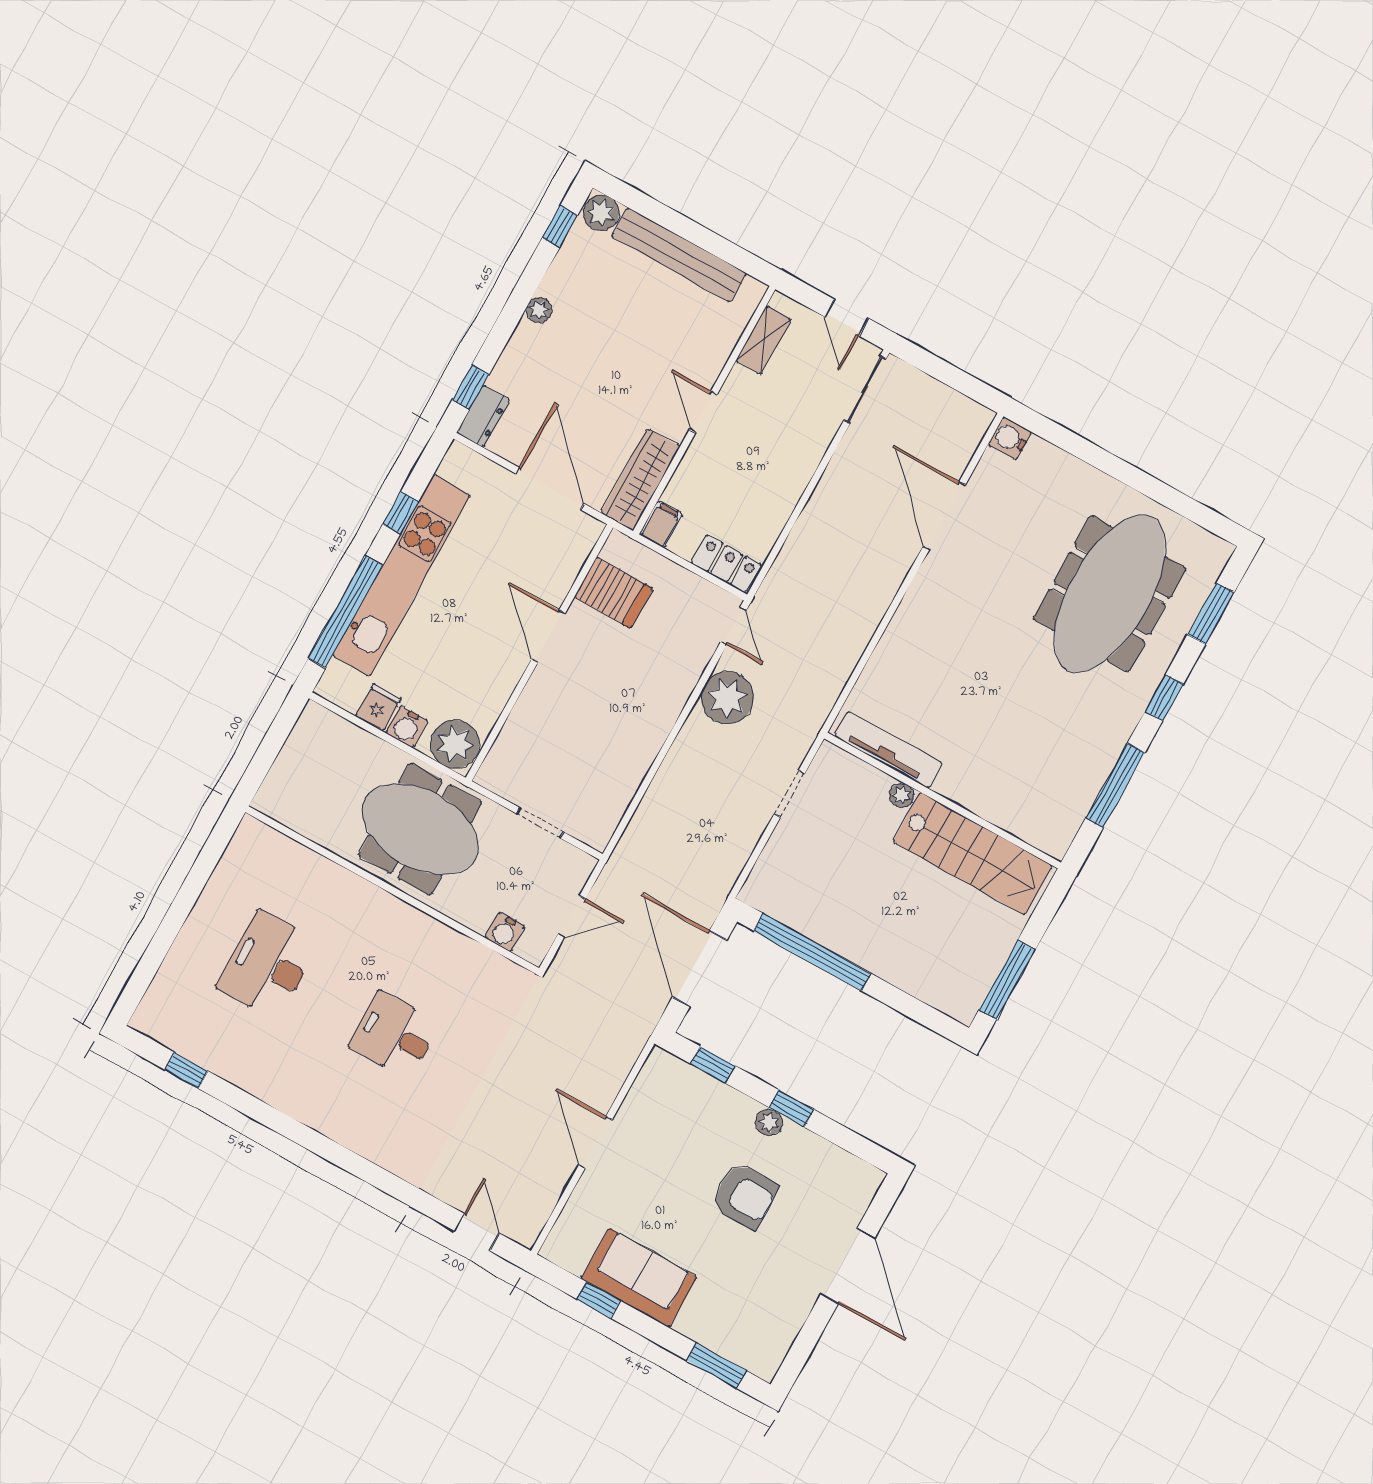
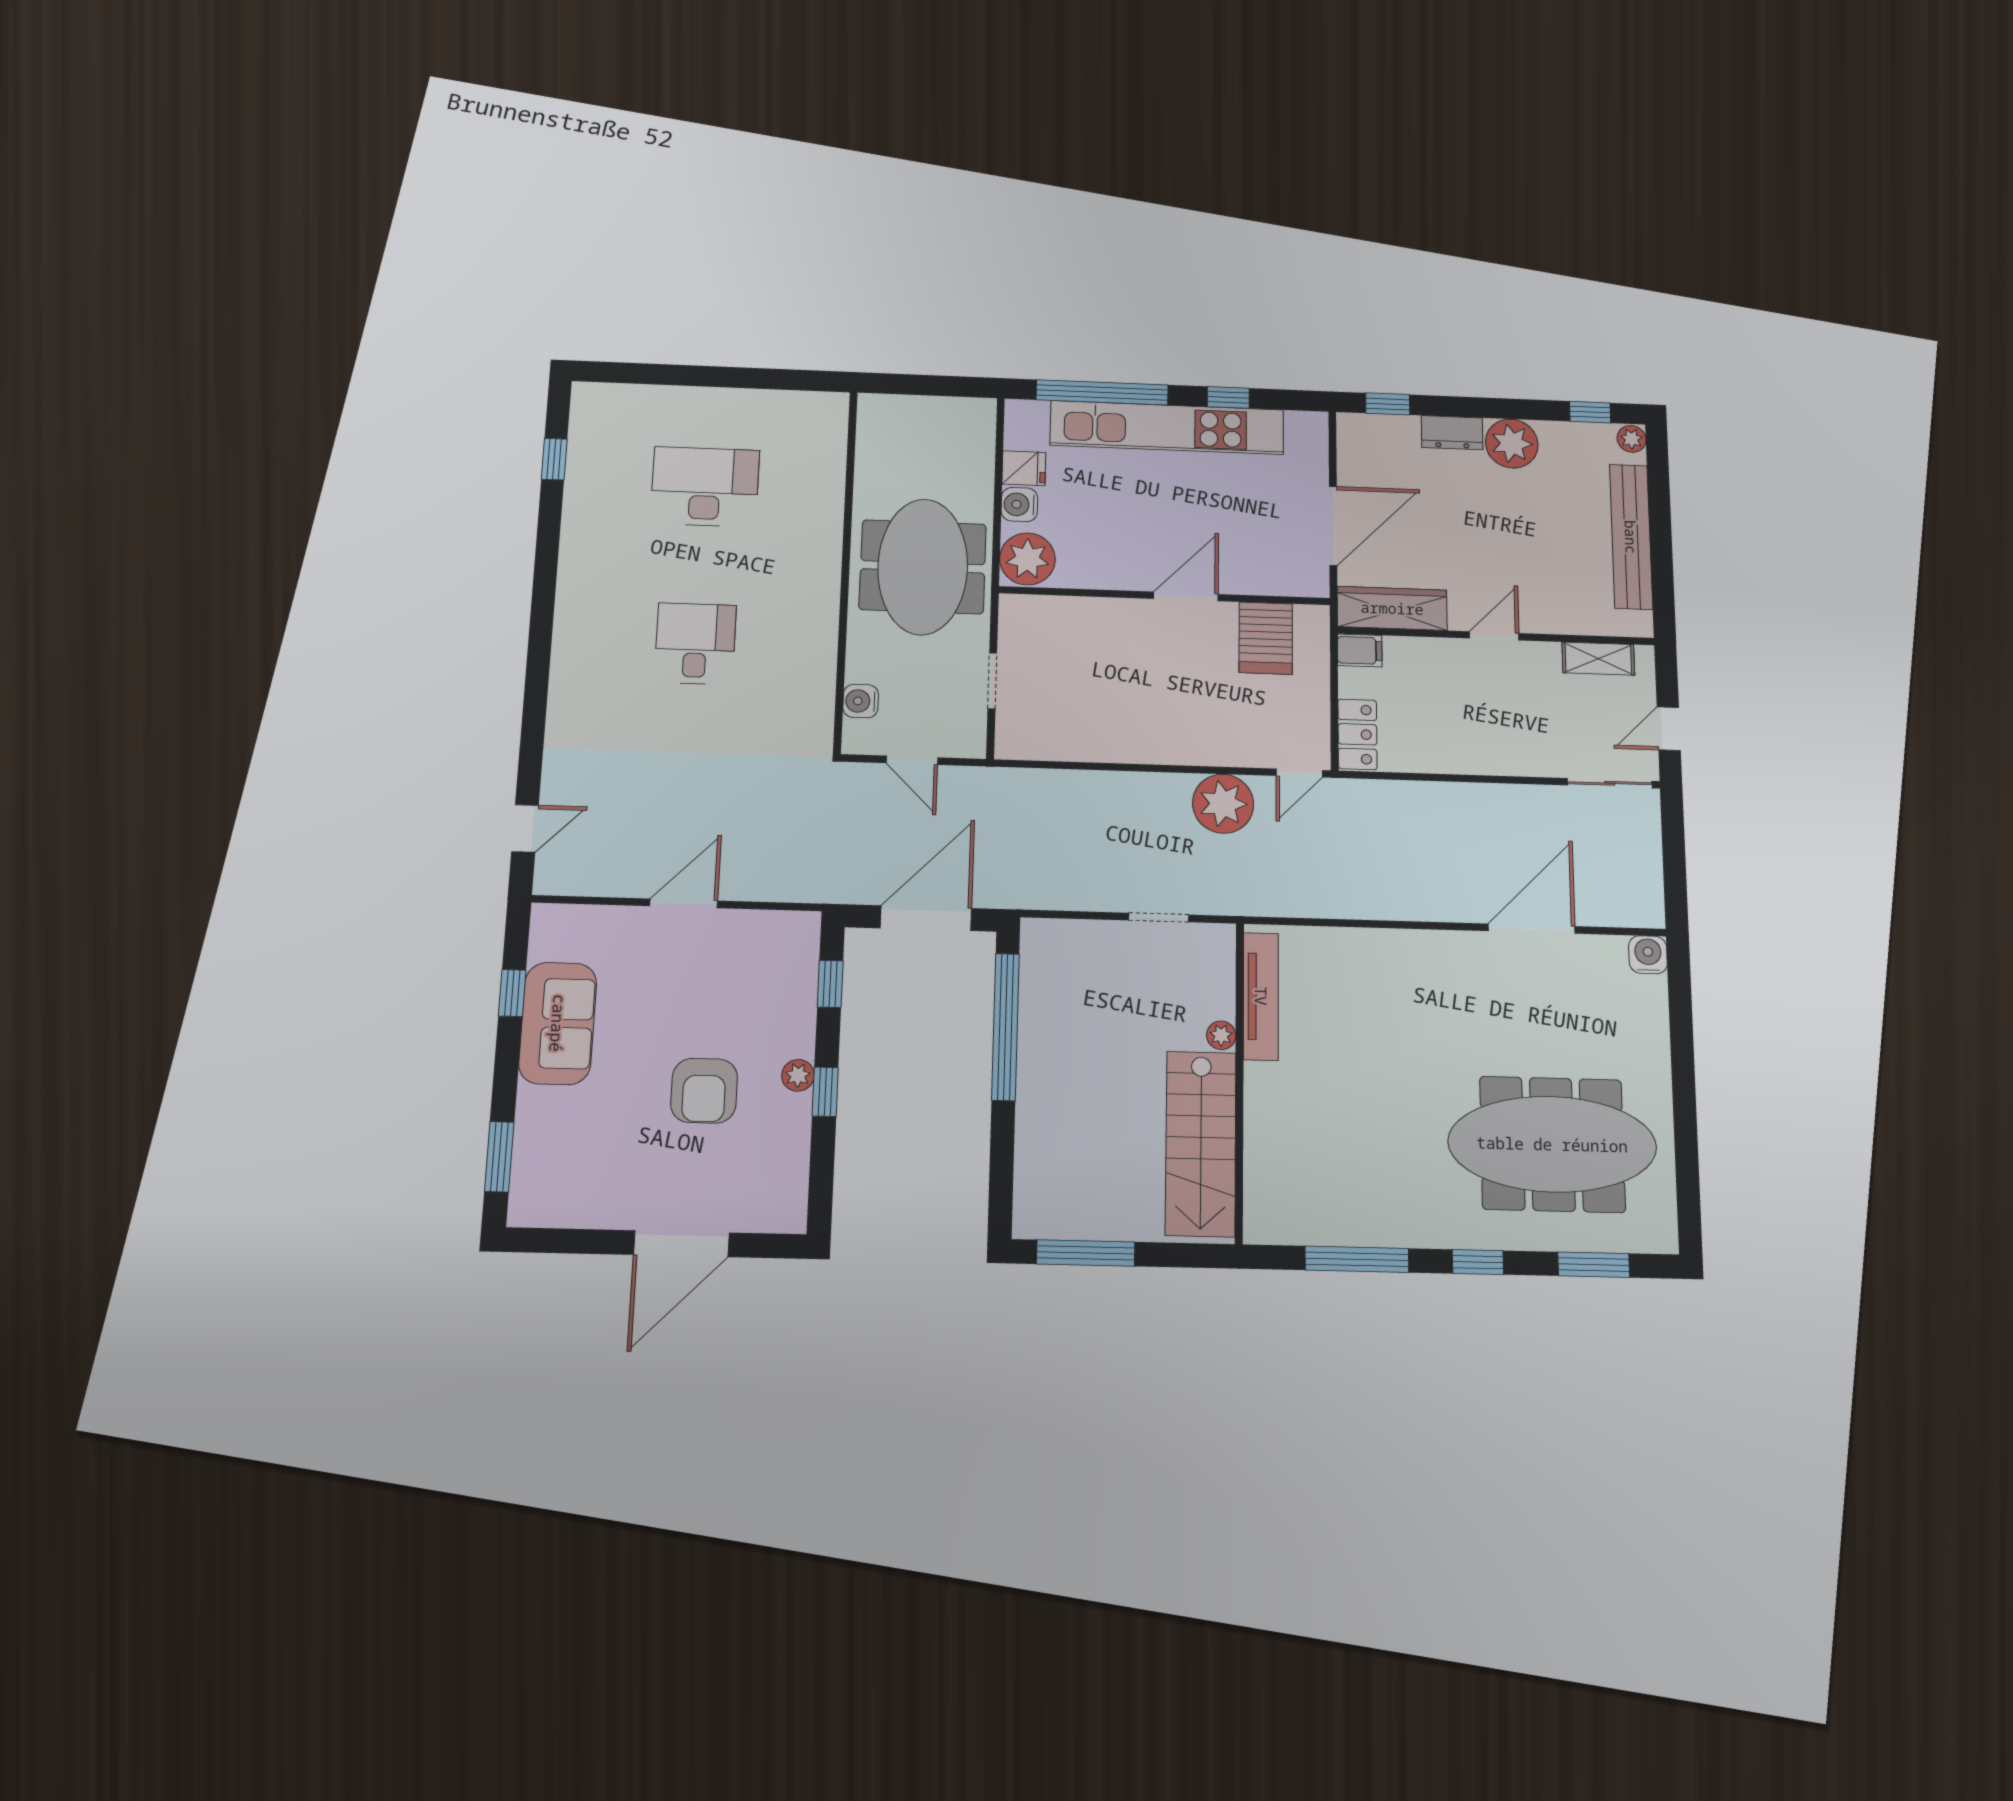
plant: (601, 213) -> (1632, 439), width x0.73, depth x0.73
plant: (539, 310) -> (1512, 444), width x1.87, depth x1.87
dresser: (483, 416) -> (1452, 433), moved

